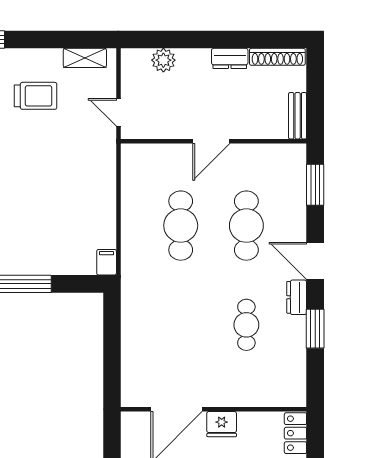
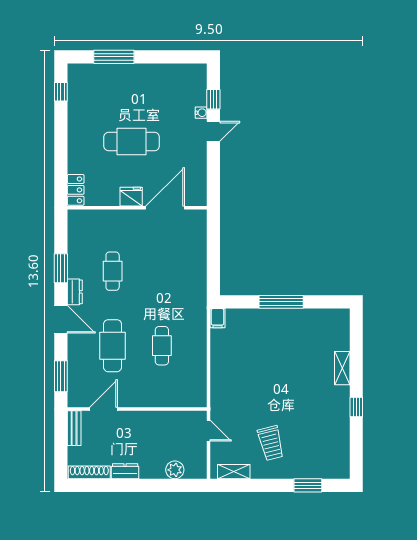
trolley: (36, 96) -> (271, 443), turned -104
door: (211, 141) -> (103, 409), moved
cafe table: (181, 226) -> (162, 346), width x0.73, depth x0.74

